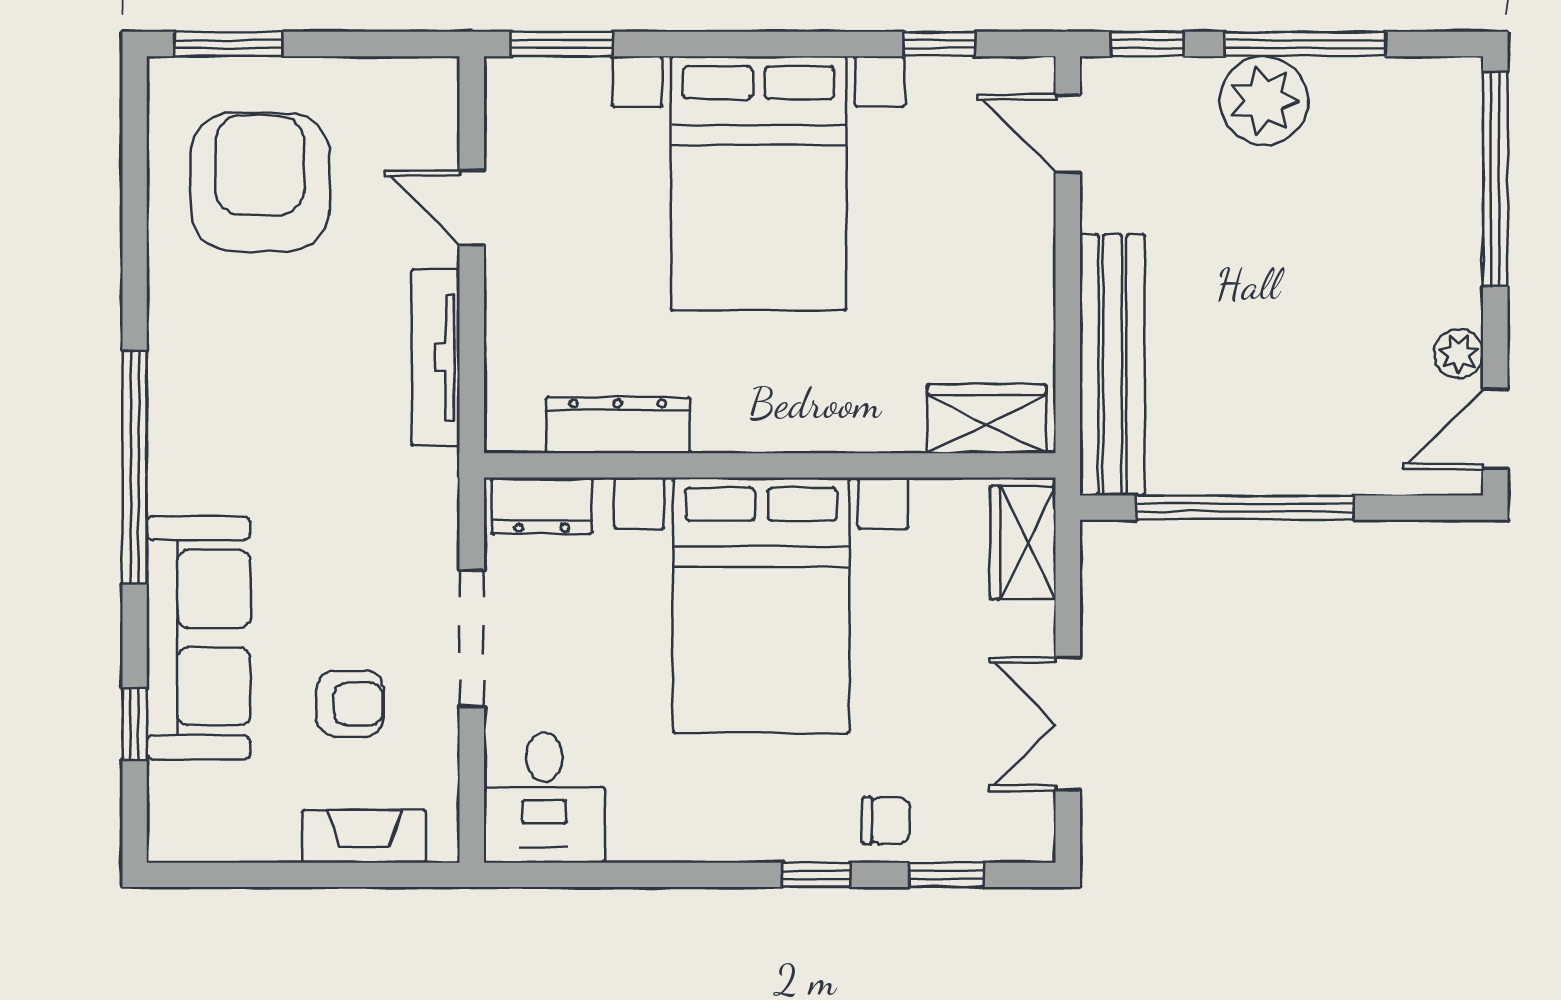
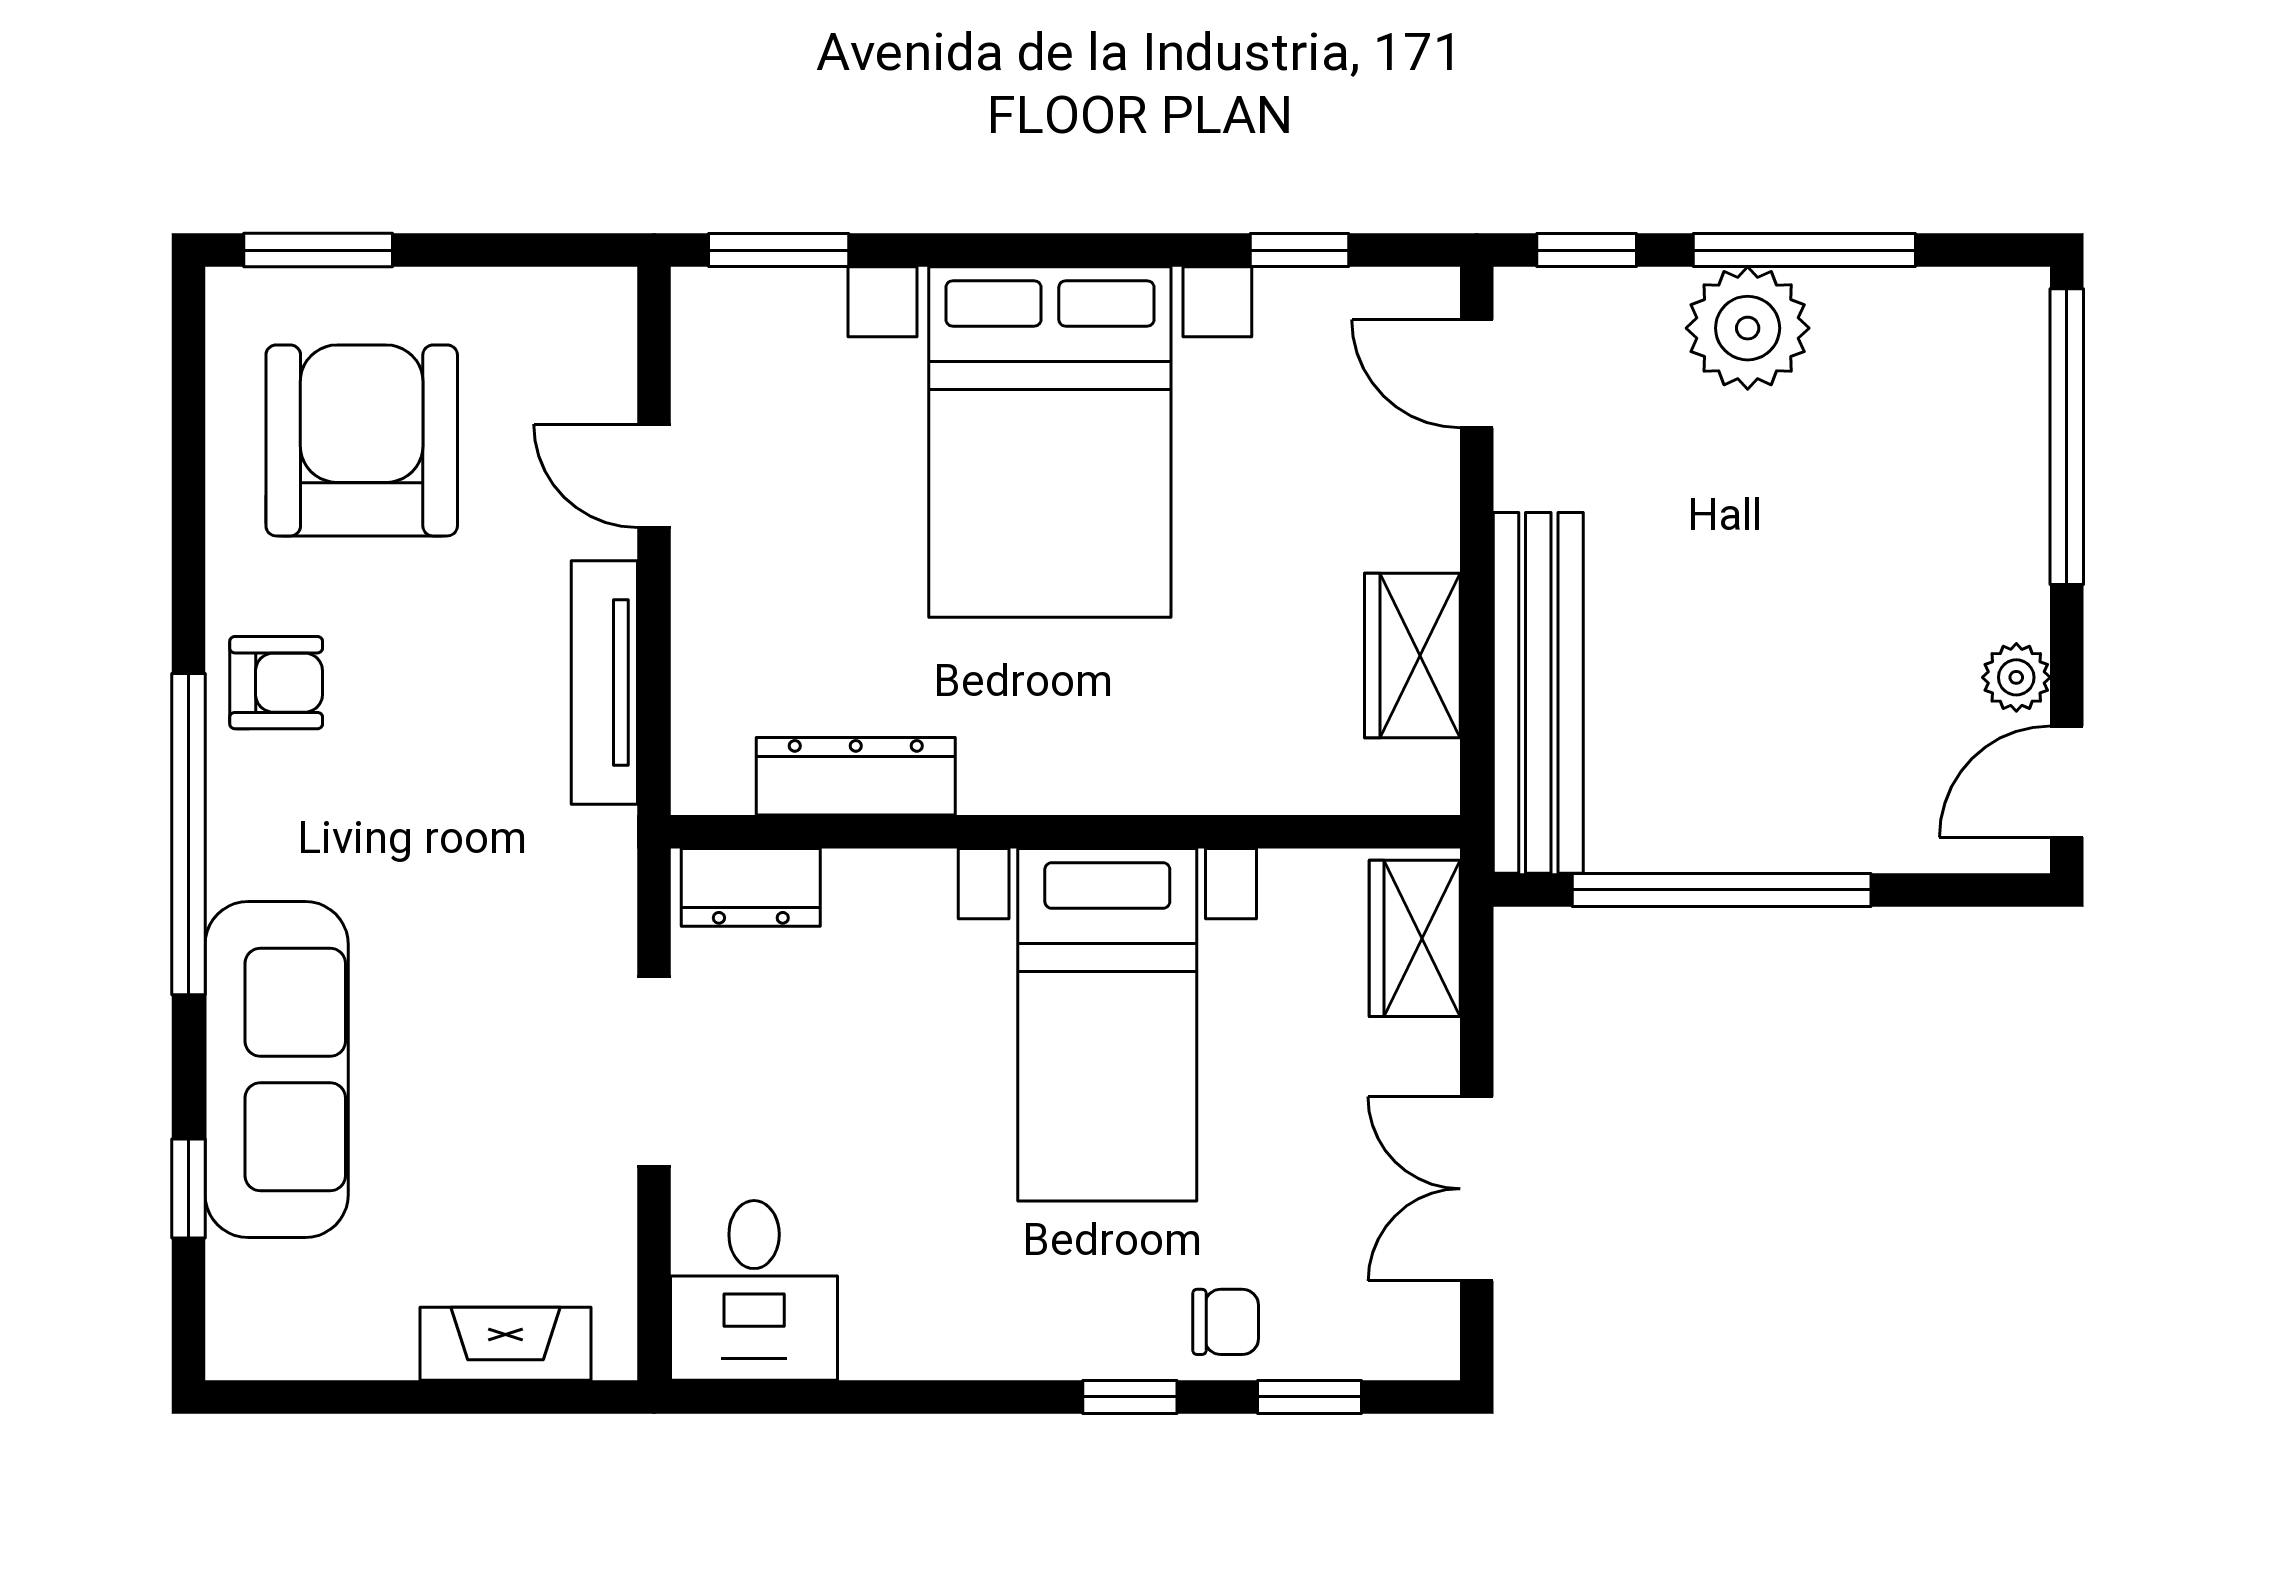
wardrobe: (987, 419) -> (1412, 656), moved, turned -90
bed with nightstands: (761, 605) -> (1107, 1025), width x0.73
armchair: (350, 704) -> (276, 683), moved

